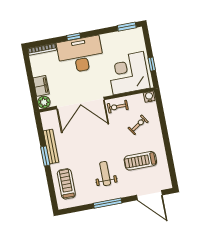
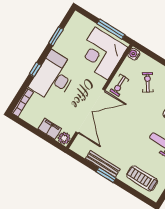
window: (127, 27) -> (56, 36), moved
window: (152, 64) -> (111, 29), width x2.17

